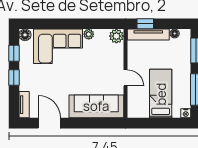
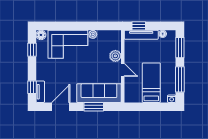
plant: (116, 36) -> (115, 56), moved
window: (14, 77) -> (32, 87), moved
door: (49, 123) -> (61, 107), hinge flipped
window: (90, 123) -> (94, 107), added

